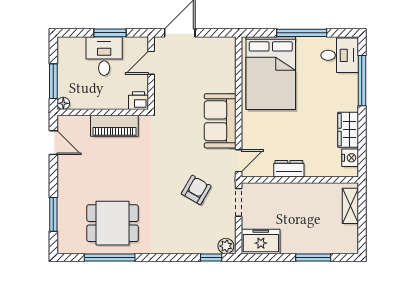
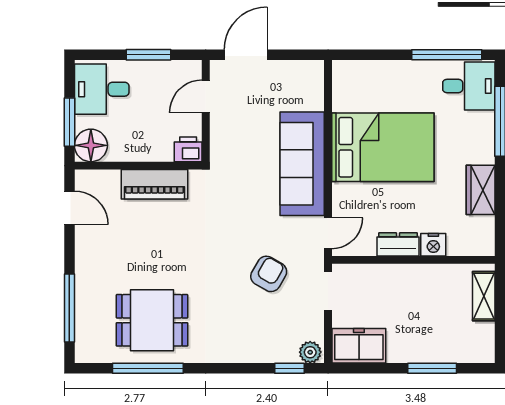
window: (302, 33) -> (447, 55), moved
desk: (104, 56) -> (102, 89), moved, turned -90
bed: (271, 73) -> (383, 147), moved, turned -90
floor lamp: (63, 103) -> (91, 145), width x1.89, depth x1.89
sofa: (220, 121) -> (302, 164), width x1.36
nightstand: (350, 158) -> (433, 245), moved, turned 90
window: (53, 214) -> (69, 308), width x1.44

